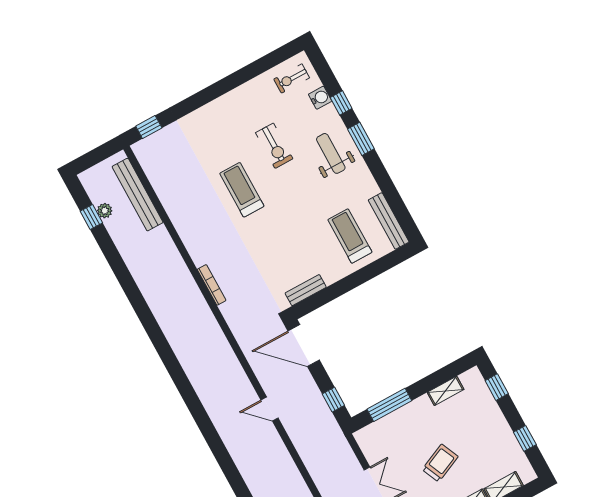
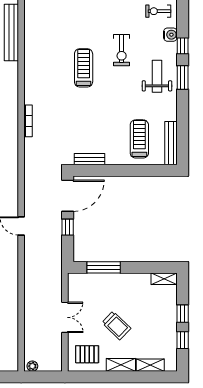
door: (304, 345) -> (68, 196), swing flipped
window: (497, 387) -> (183, 314), moved
shelving: (446, 391) -> (164, 279), moved
window: (333, 400) -> (68, 227), moved
trolley: (440, 463) -> (116, 325), turned 68

